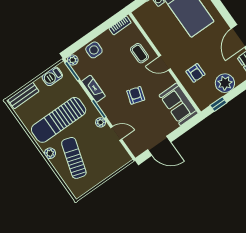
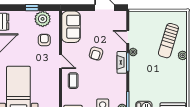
plant: (225, 83) -> (43, 19), moved
fireplace: (93, 89) -> (122, 62), moved
window: (218, 104) -> (32, 8), moved
sun lounger: (59, 120) -> (161, 74), removed

